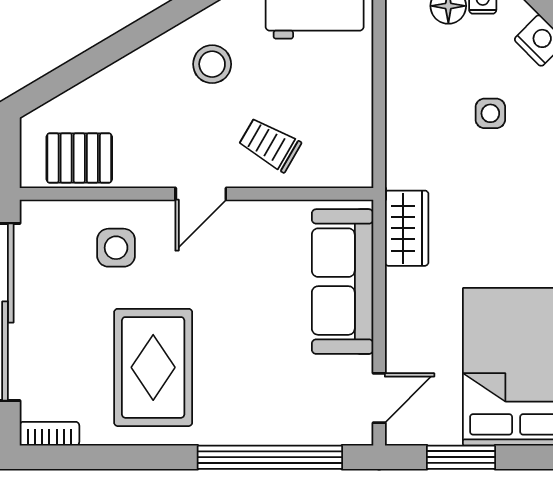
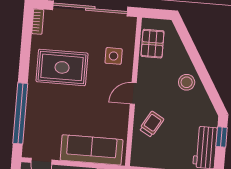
stool: (212, 64) -> (187, 82), moved
door: (201, 194) -> (133, 93), hinge flipped

